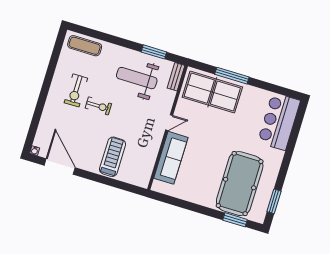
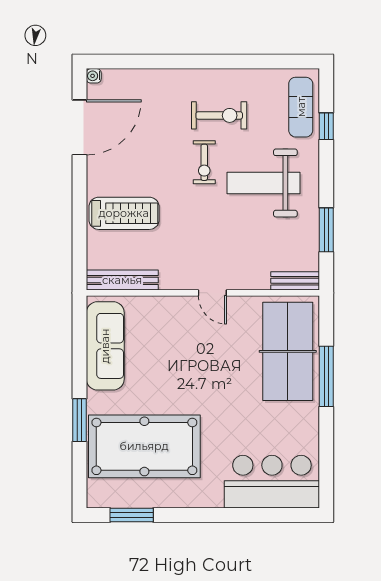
window: (99, 35) -> (326, 126), added
weight bench: (137, 78) -> (264, 183), moved, turned -90
exercise bike: (76, 90) -> (219, 115), turned 180
sofa: (171, 158) -> (105, 346), moved, turned -90
bench: (148, 168) -> (122, 280), added
window: (235, 220) -> (80, 420), moved

